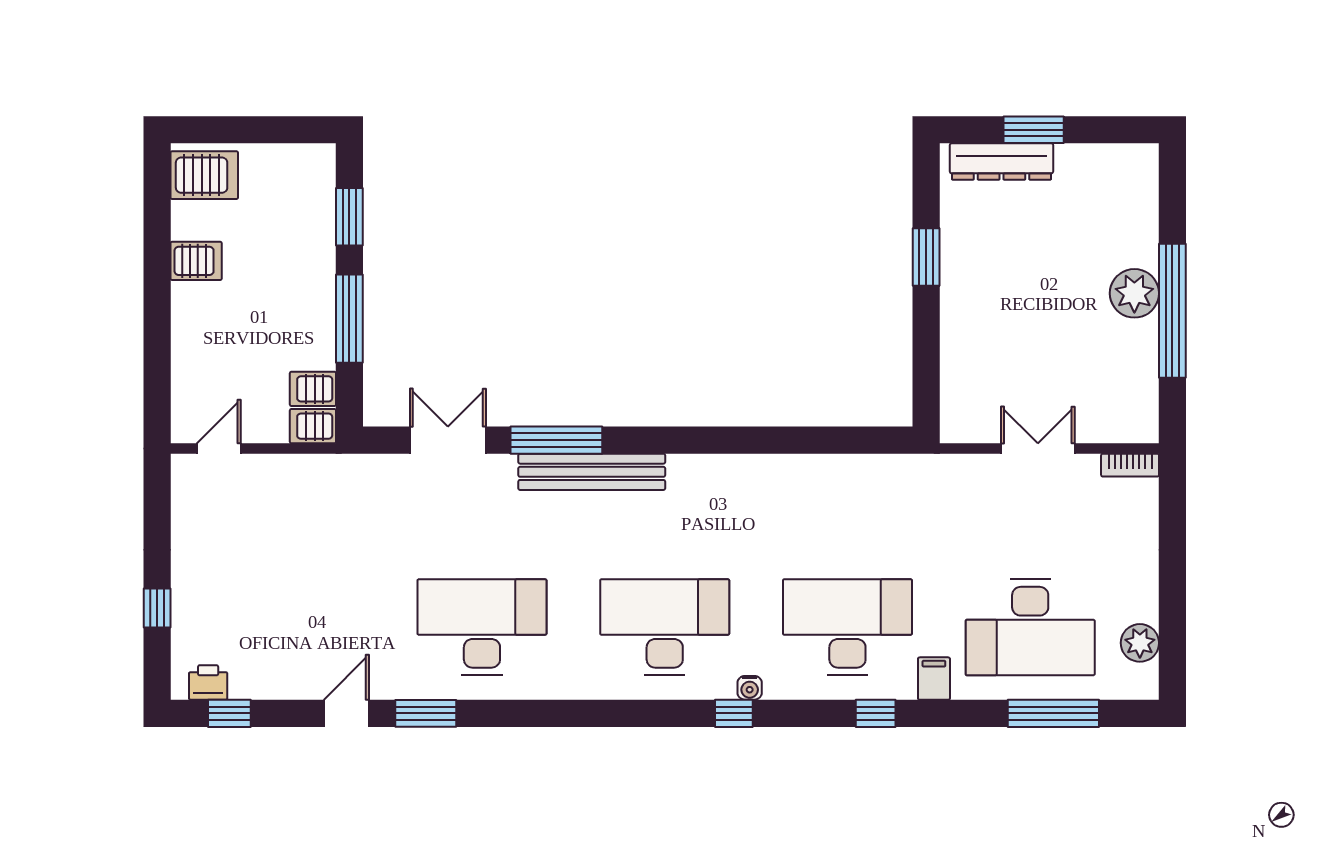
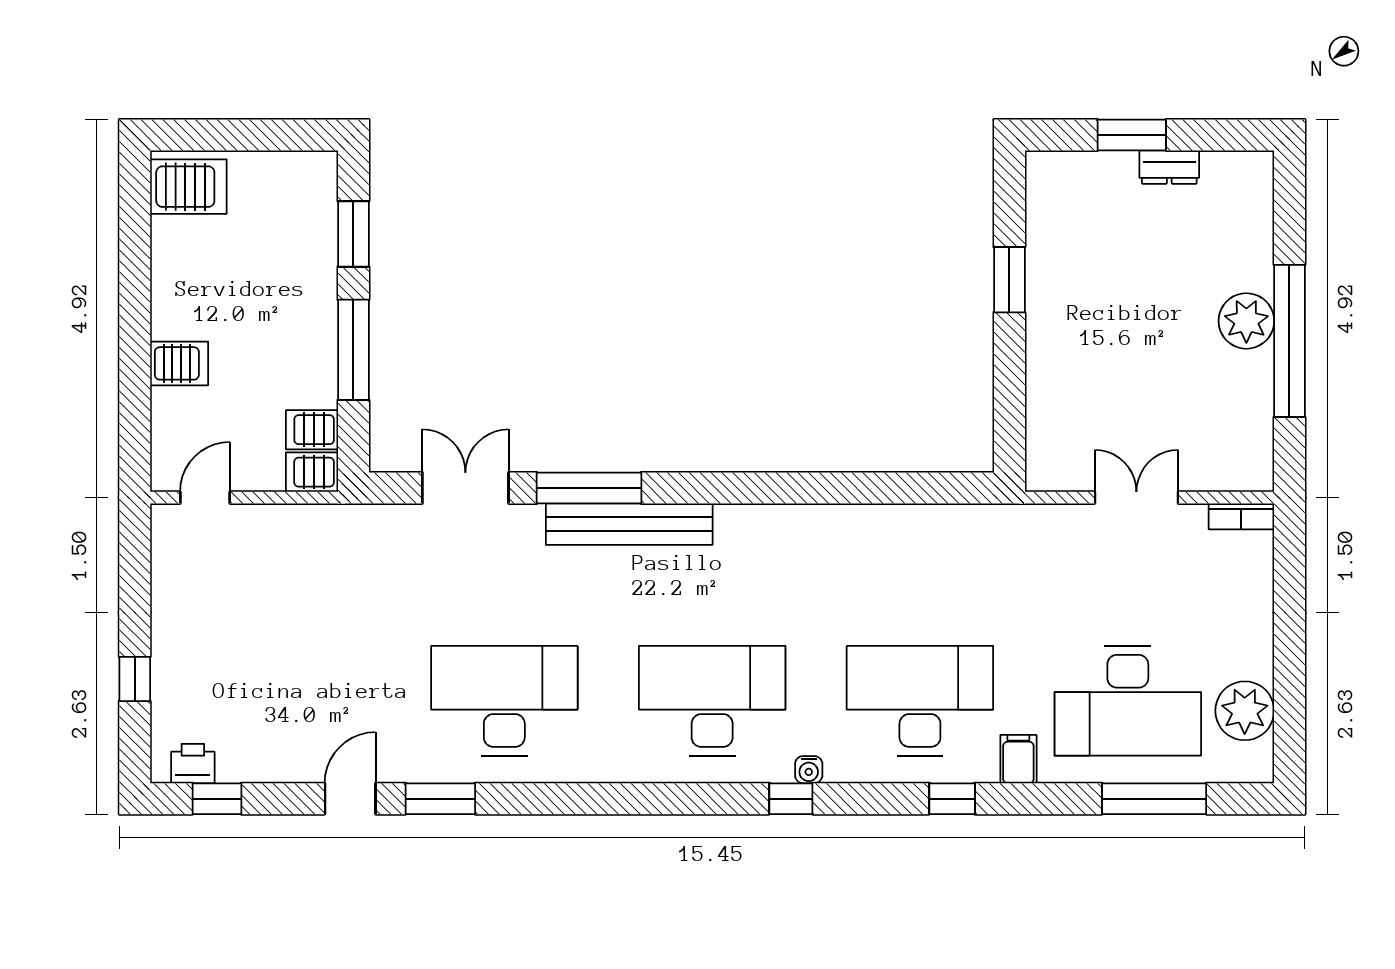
dresser: (1001, 162) -> (1169, 167), moved, width x0.51, depth x0.80
server rack: (196, 261) -> (179, 363), moved
plant: (1140, 643) -> (1245, 711), width x1.36, depth x1.36

